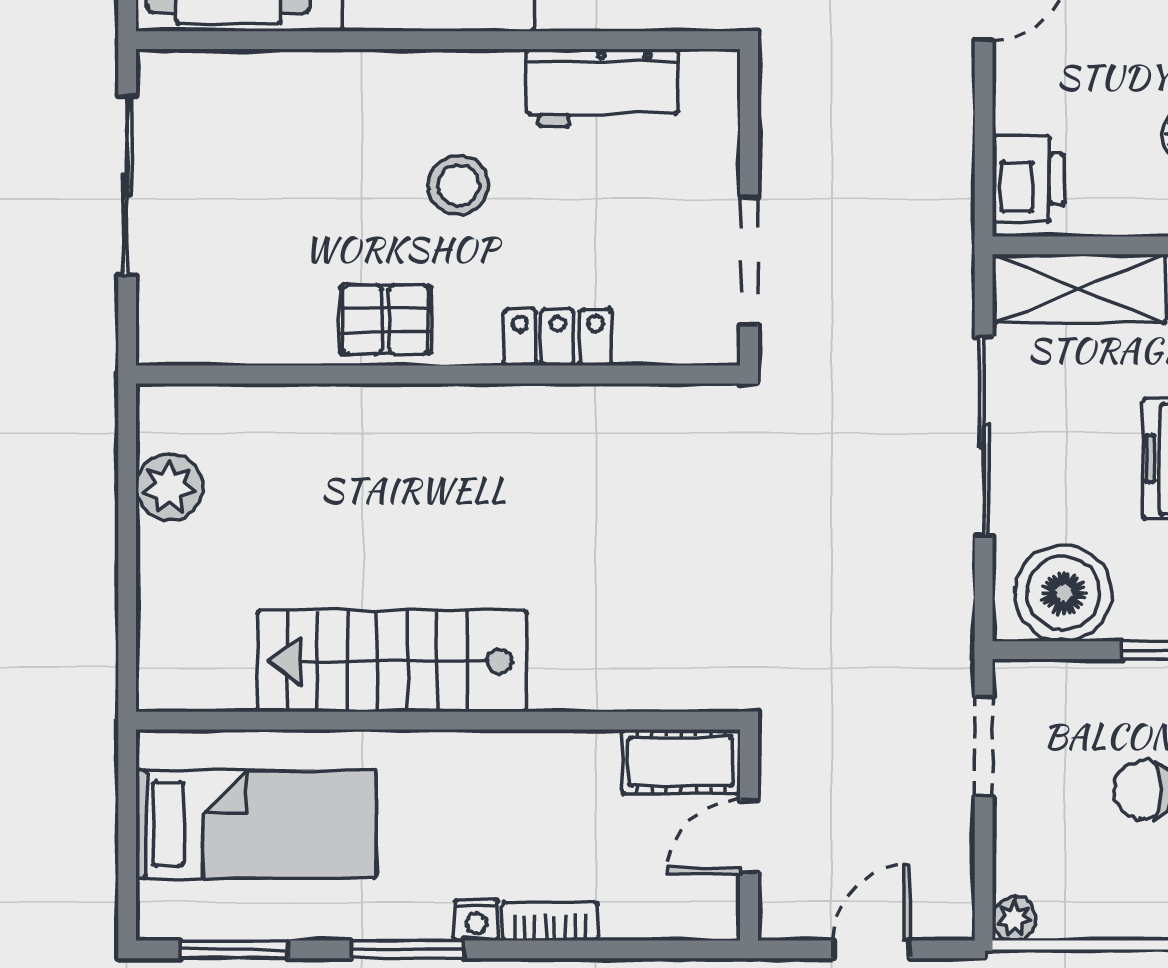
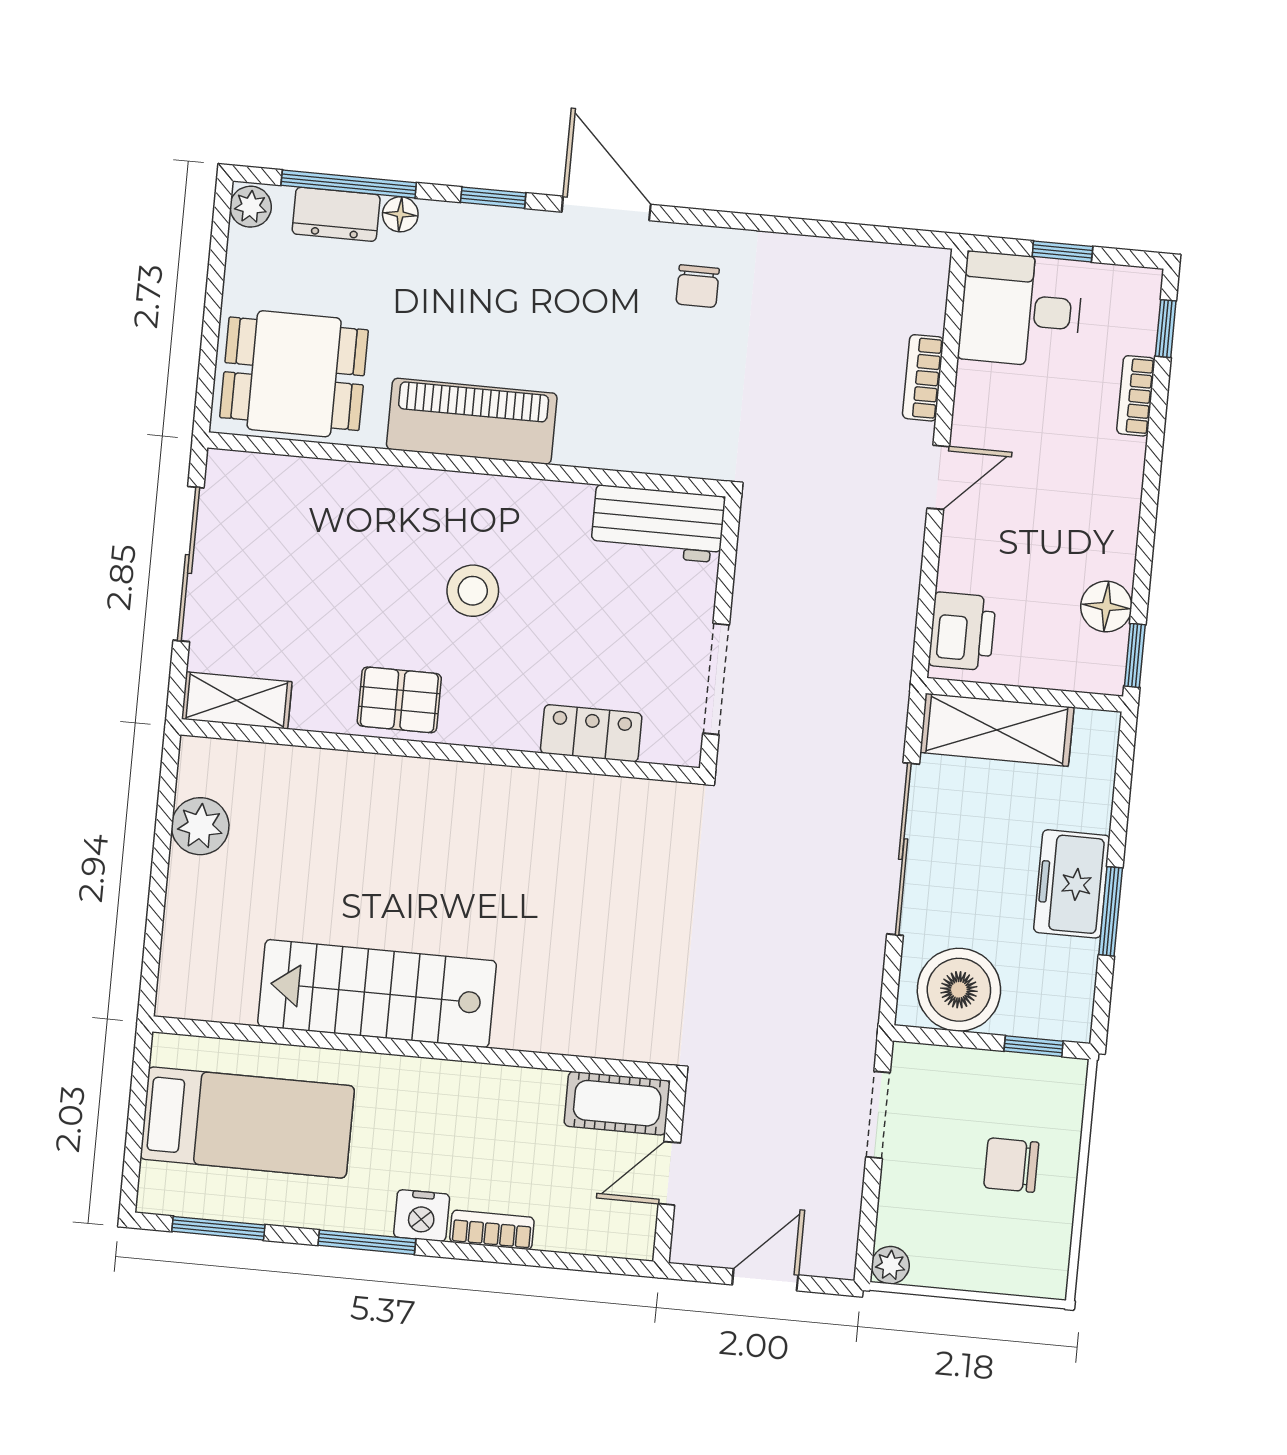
workbench: (602, 88) -> (658, 524), moved
locker: (558, 337) -> (591, 733), moved
shelving: (198, 338) -> (237, 700), added
nightstand: (476, 920) -> (422, 1216), width x1.39, depth x1.35

